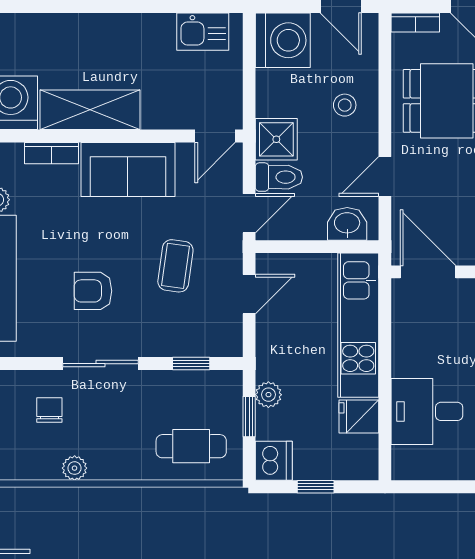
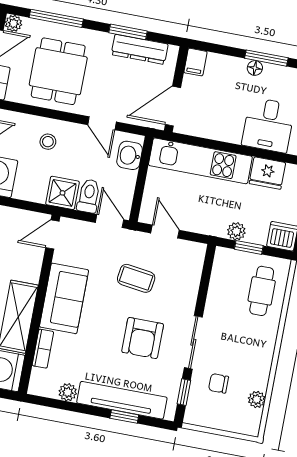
door: (215, 136) -> (52, 234), swing flipped
armchair: (93, 291) -> (143, 338), width x1.38, depth x1.38
window: (191, 364) -> (184, 392), moved
fridge: (359, 416) -> (267, 173), width x1.38
plant: (75, 468) -> (257, 399), moved

